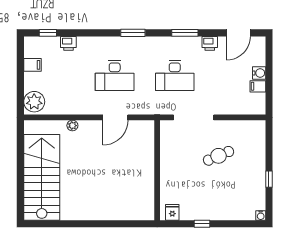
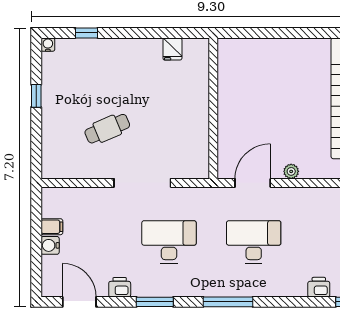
window: (133, 33) -> (228, 302), width x1.44
door: (238, 33) -> (79, 302), hinge flipped
plant: (72, 126) -> (291, 171), moved
wall: (157, 170) -> (213, 108), moved
window: (202, 224) -> (86, 33), moved

